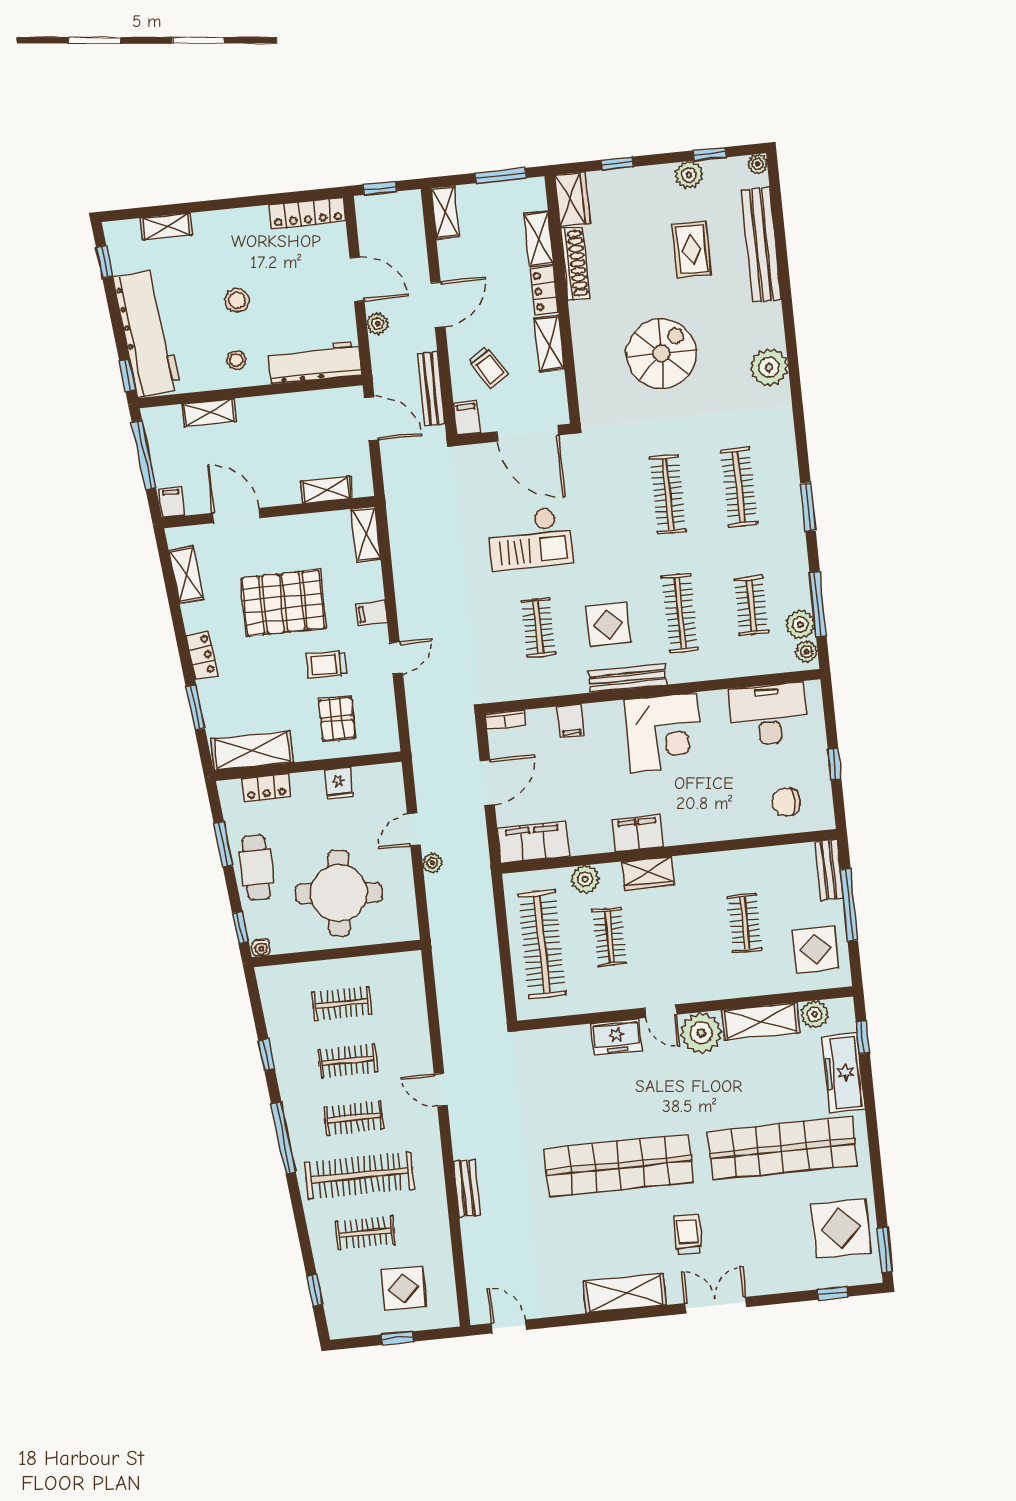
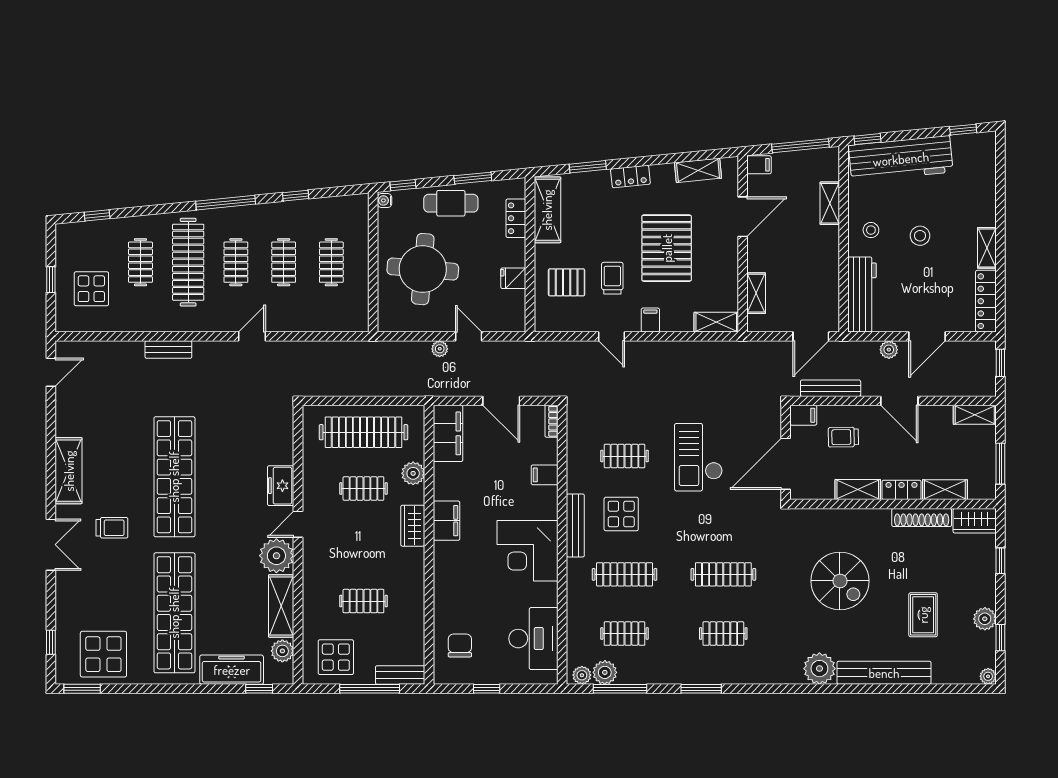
shelving: (166, 226) -> (987, 248), moved
bench: (761, 245) -> (884, 673), moved
rug: (692, 250) -> (923, 615), turned 90
trolley: (488, 367) -> (843, 437), turned 32
clothes rail: (739, 487) -> (723, 634), width x0.73

